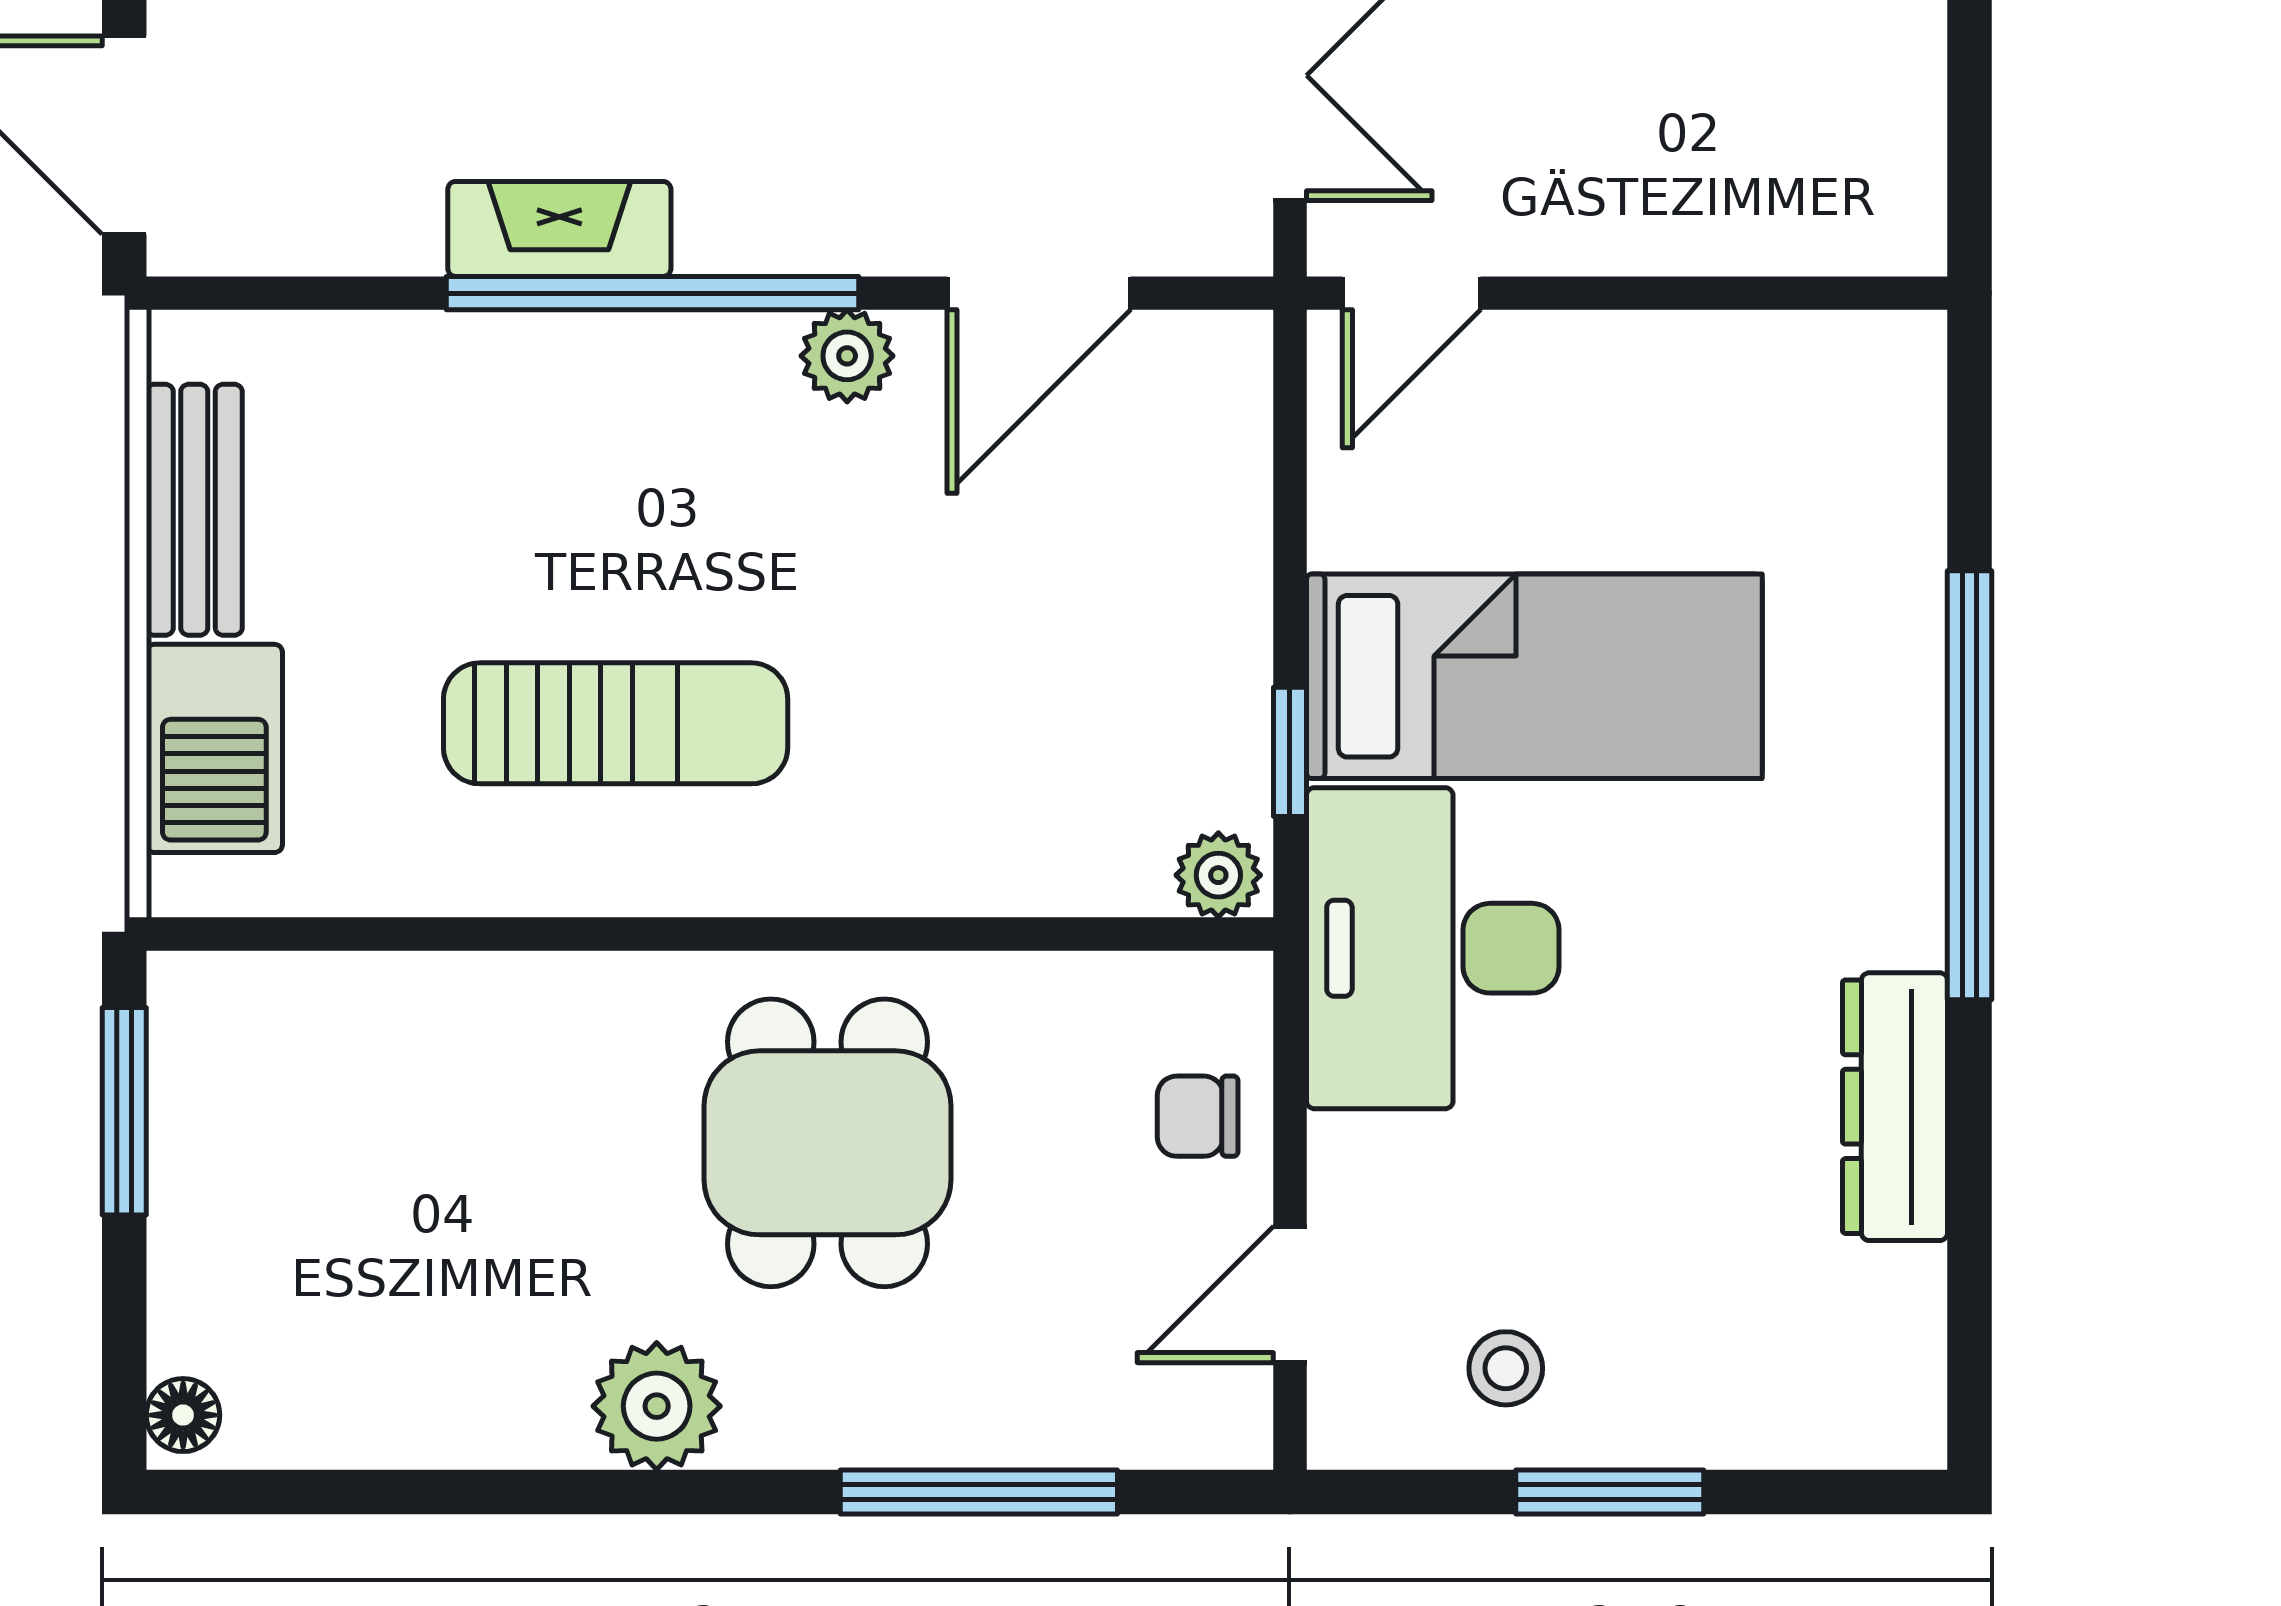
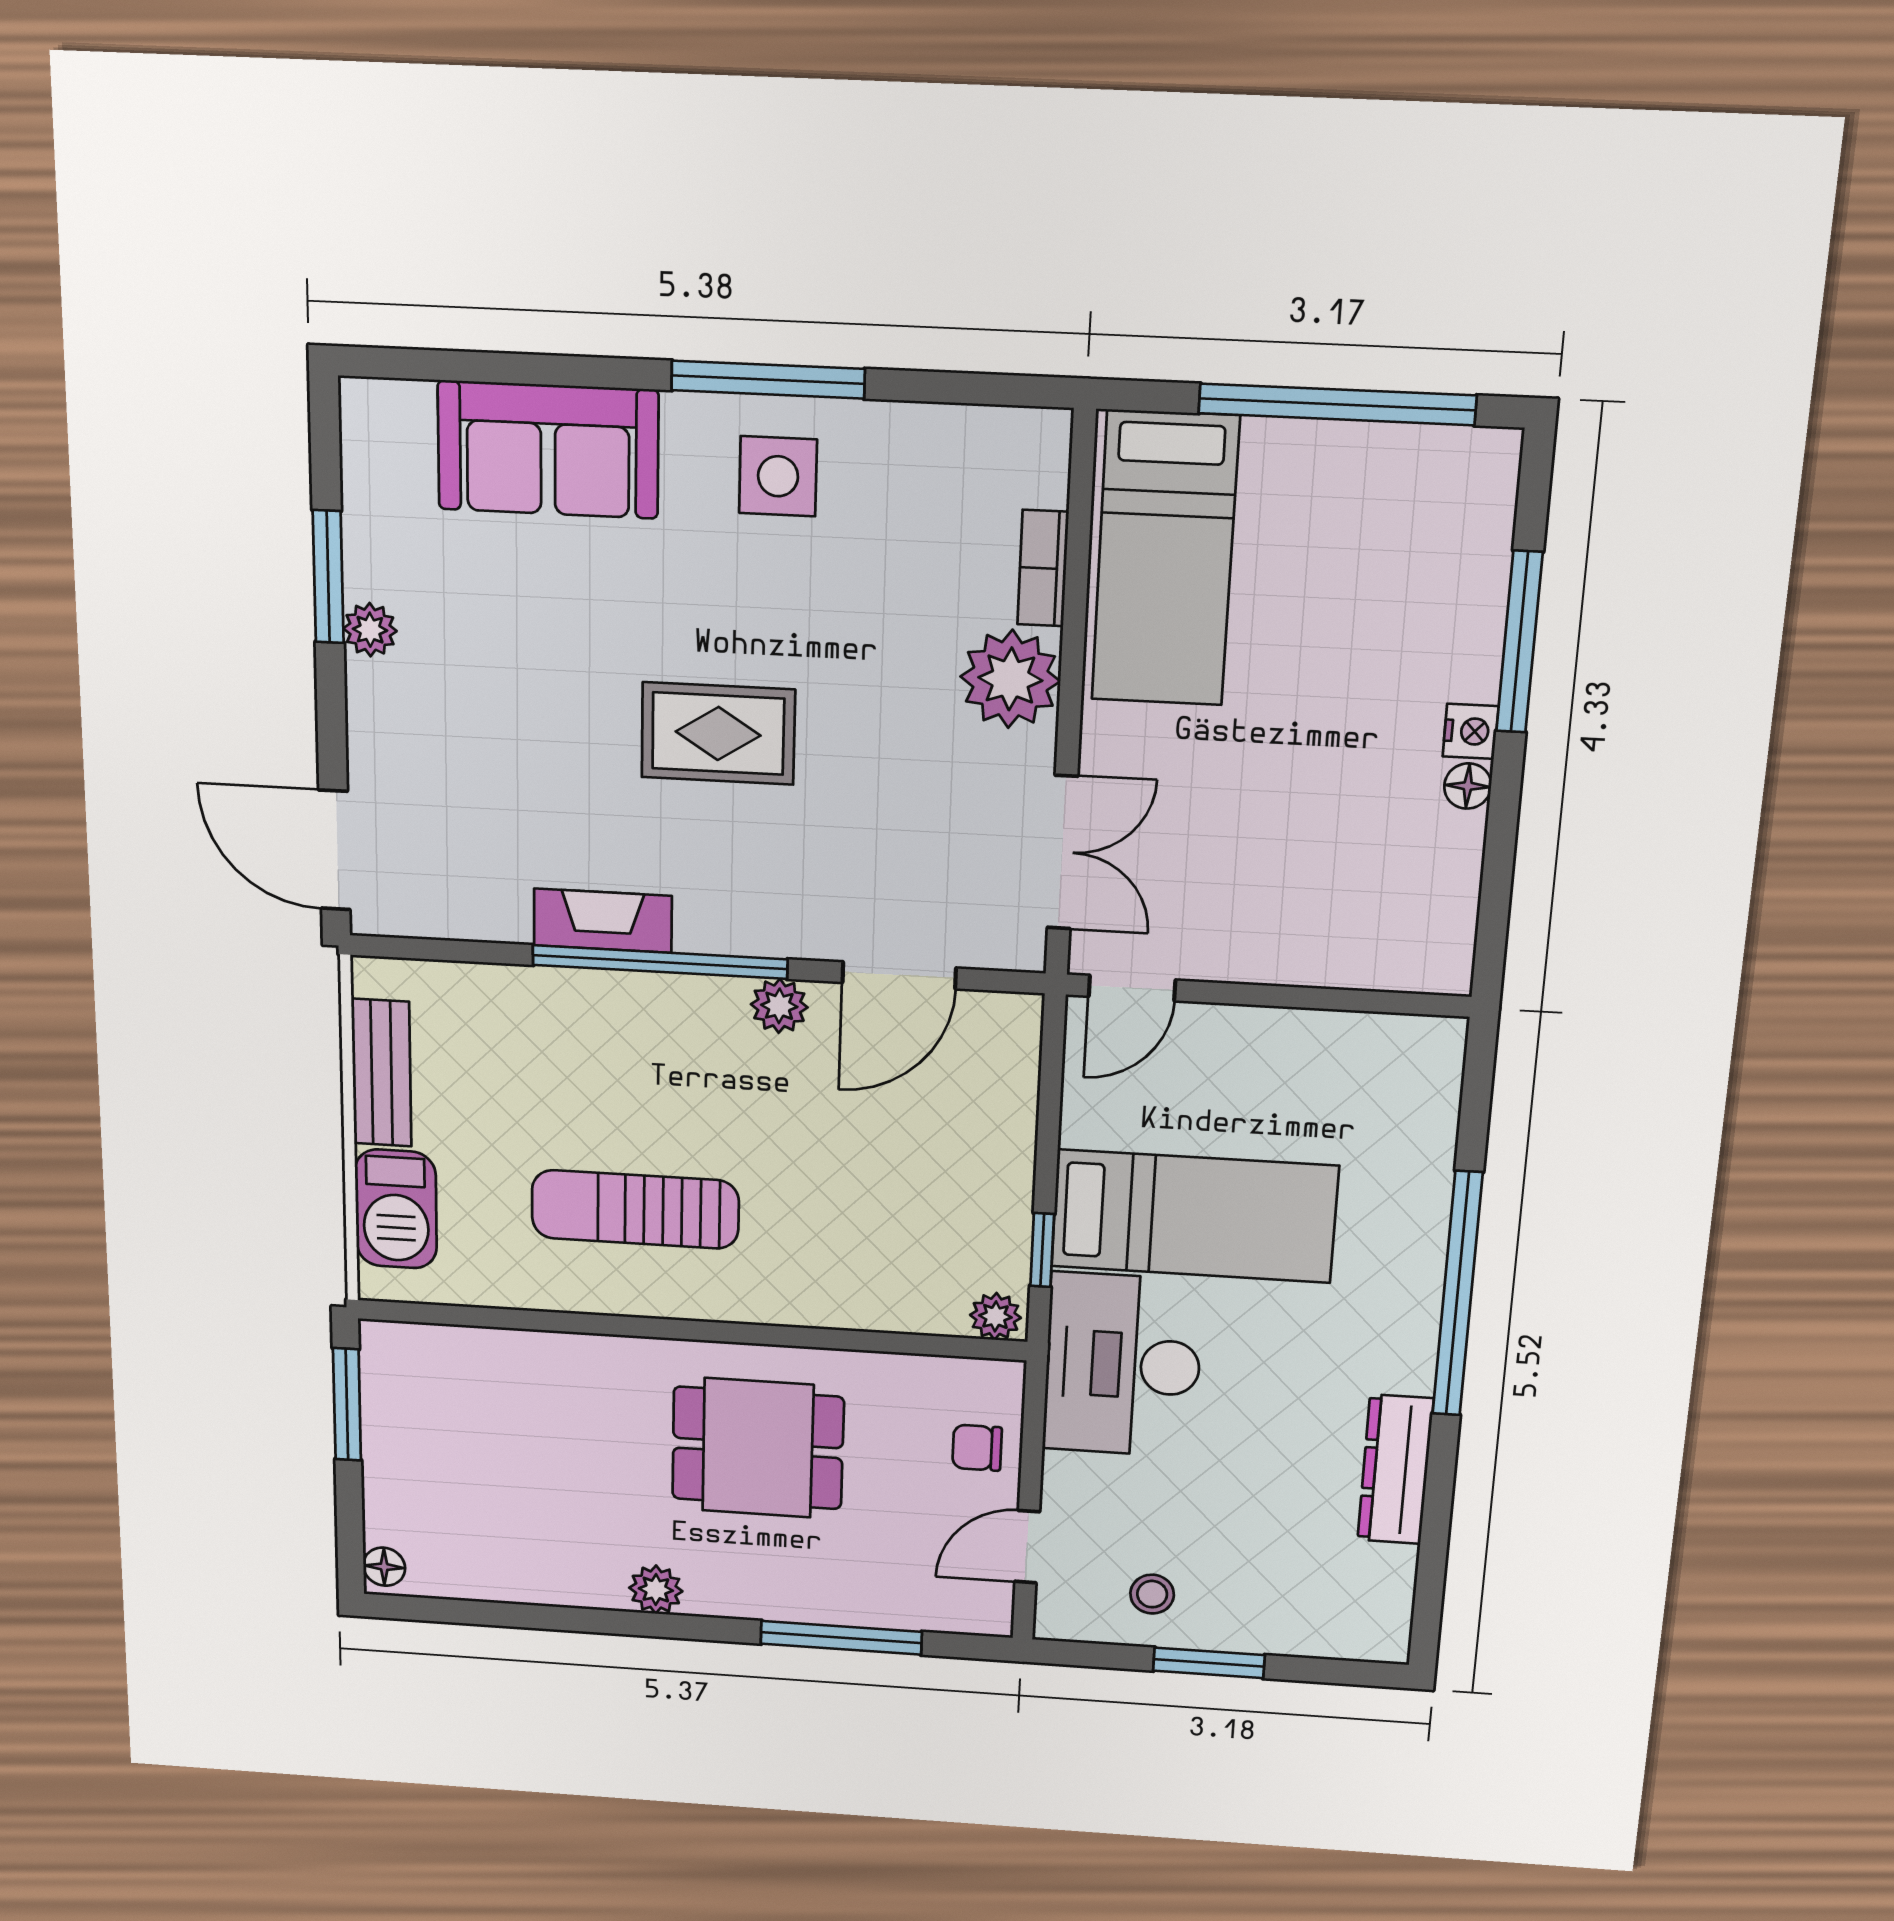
sun lounger: (616, 723) -> (635, 1209), turned 180
dining table: (828, 1143) -> (758, 1448), turned 90
plant: (657, 1406) -> (656, 1590), width x0.73, depth x0.73

